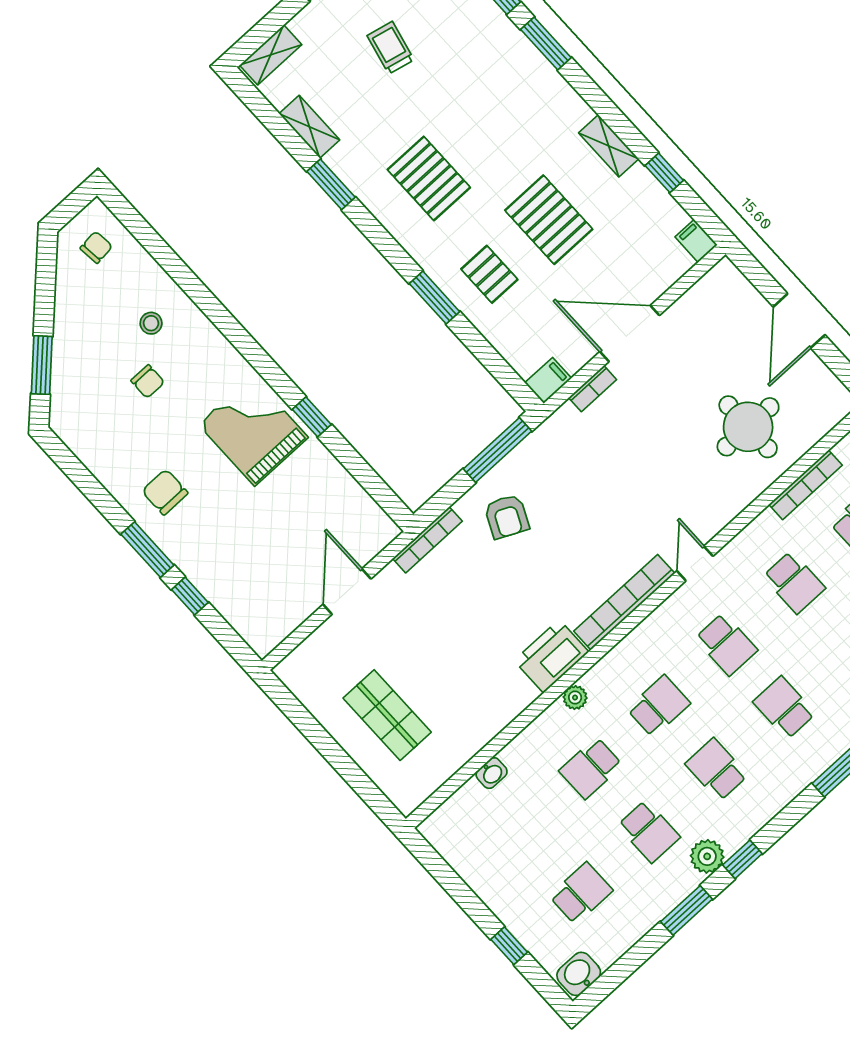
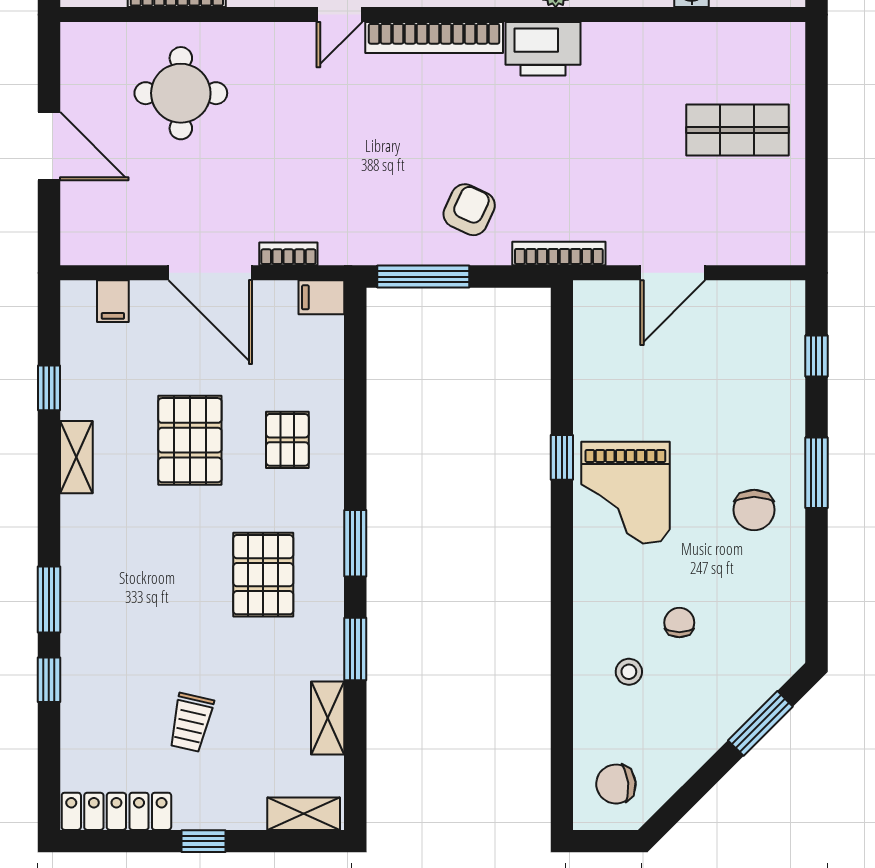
filing cabinet: (696, 241) -> (113, 301), moved
chair: (96, 247) -> (616, 784), width x1.37, depth x1.37
window: (434, 298) -> (355, 543), moved
door: (799, 321) -> (49, 146), hinge flipped
window: (190, 596) -> (816, 356), moved
shop shelf: (387, 715) -> (737, 130), turned 90

